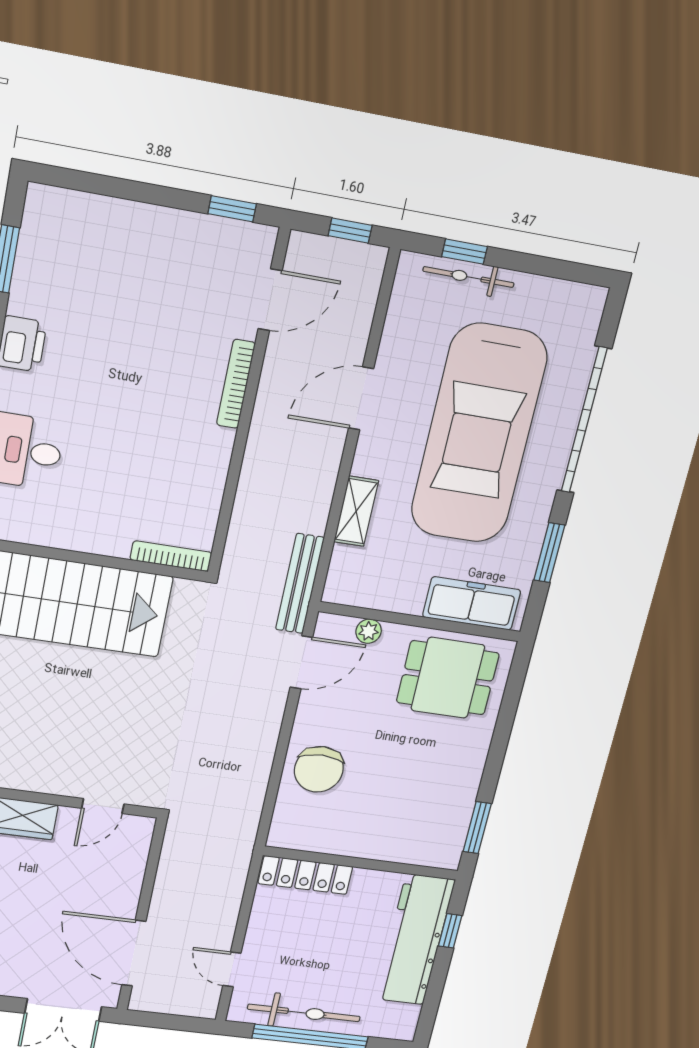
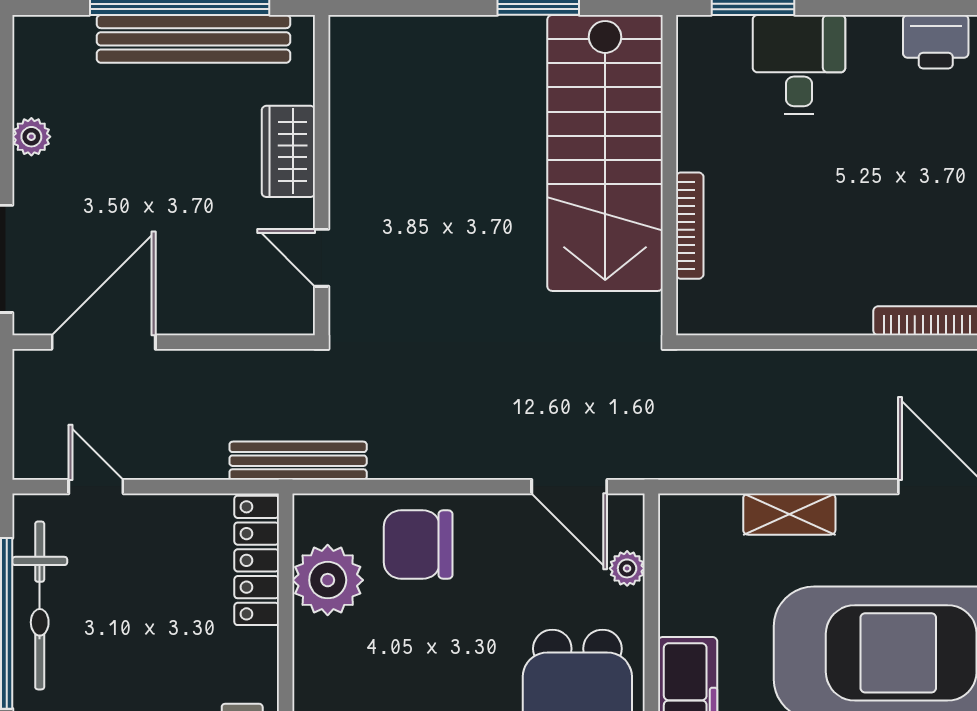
bookcase: (171, 556) -> (690, 226), moved
bench: (300, 584) -> (298, 461), moved
plant: (330, 831) -> (328, 580), added
door: (232, 969) -> (96, 487), hinge flipped

